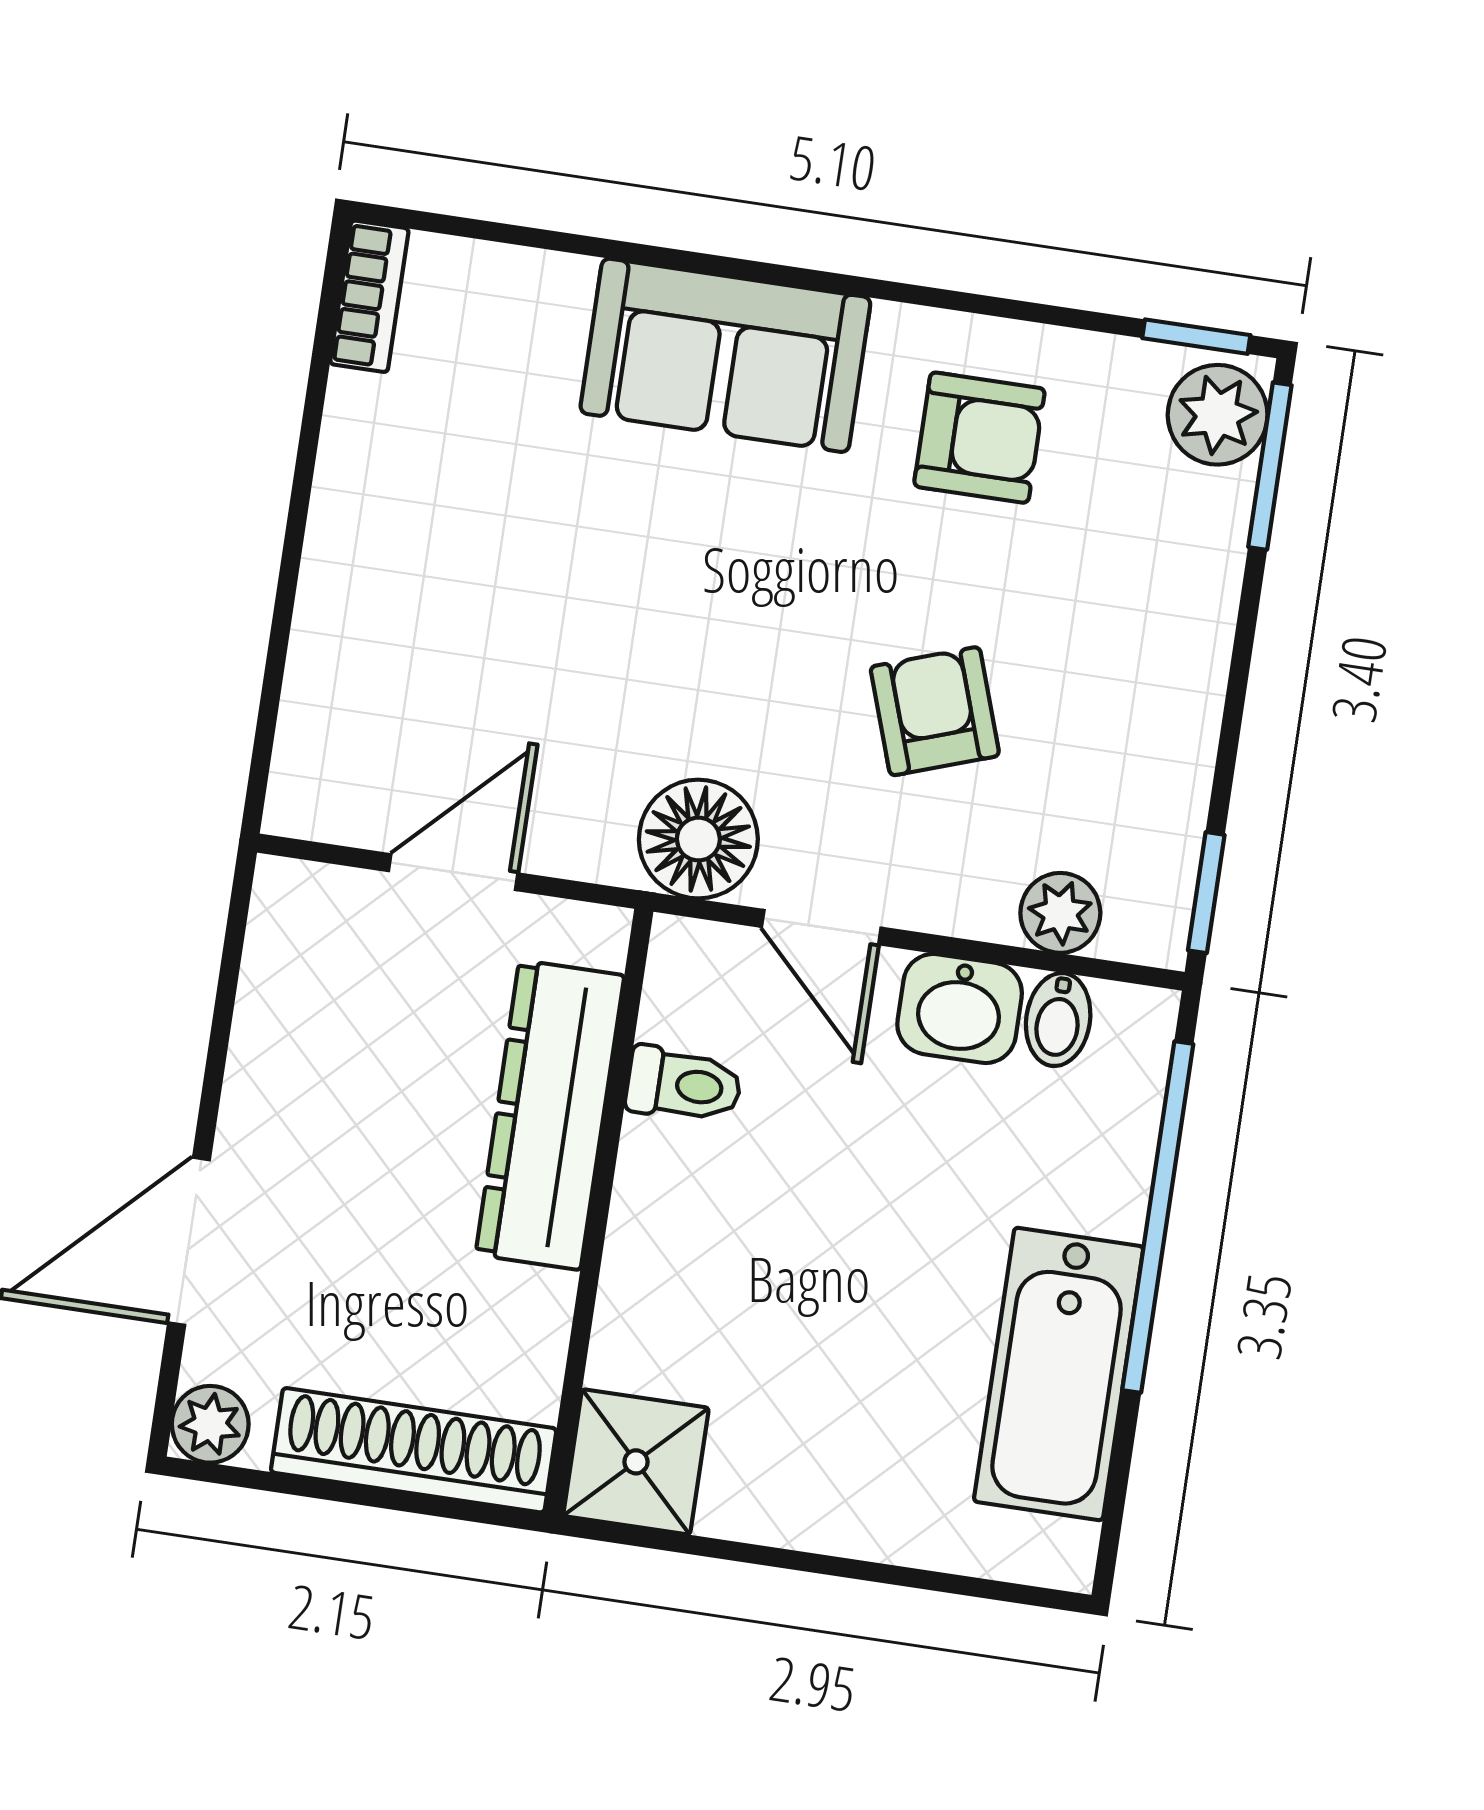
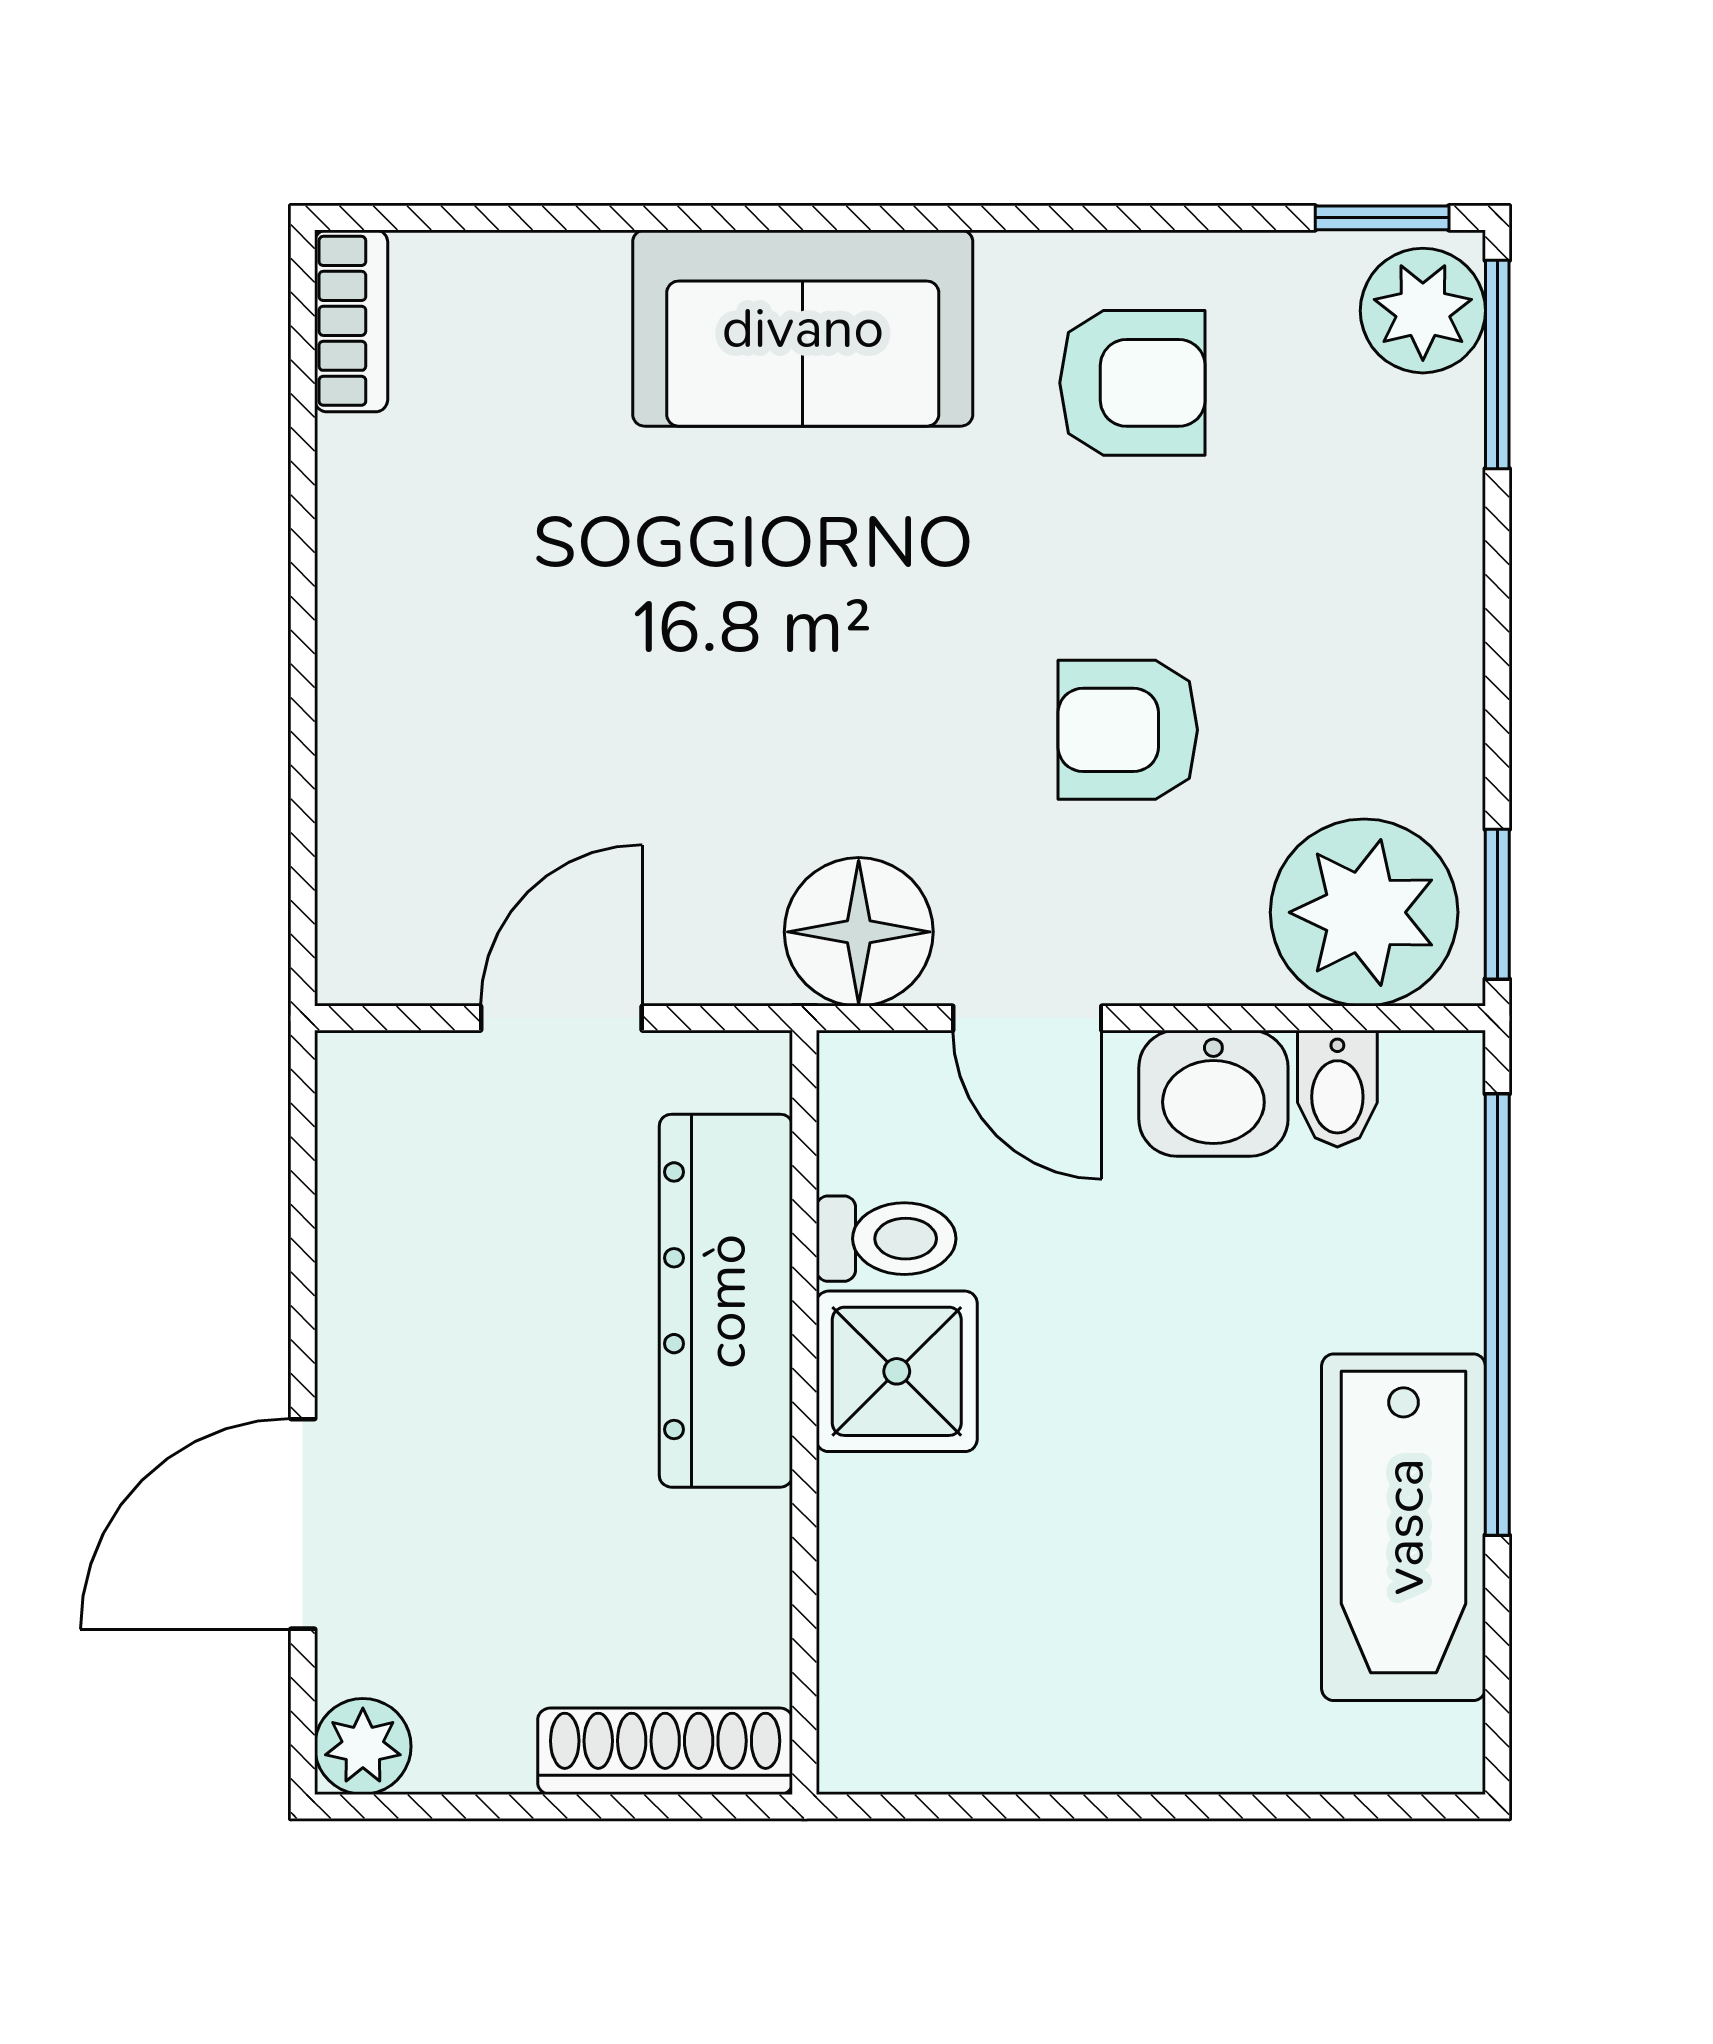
armchair: (935, 711) -> (1128, 730), turned -71
plant: (1060, 913) -> (1364, 912), width x1.88, depth x1.88
shoe rack: (414, 1450) -> (665, 1751), width x0.74, depth x0.81
shower: (636, 1462) -> (897, 1371), moved

